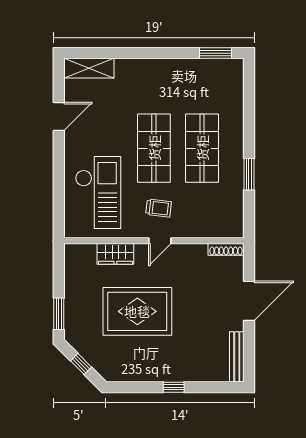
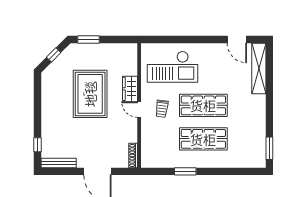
shelving: (89, 68) -> (259, 68), width x1.47
door: (59, 116) -> (237, 39), moved
wardrobe: (115, 254) -> (130, 89), moved
window: (174, 387) -> (38, 145), moved

